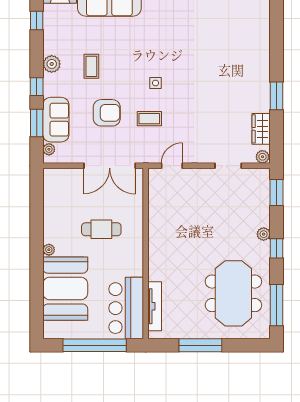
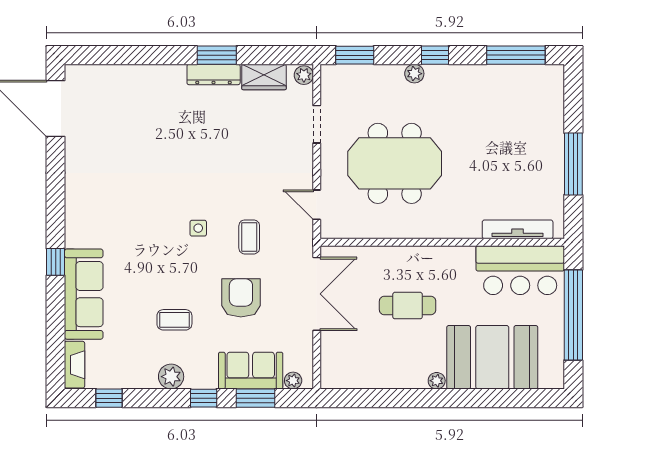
dresser: (263, 94) -> (214, 74), added
cafe table: (101, 229) -> (408, 306), turned 90
meeting table: (233, 293) -> (395, 163), moved

